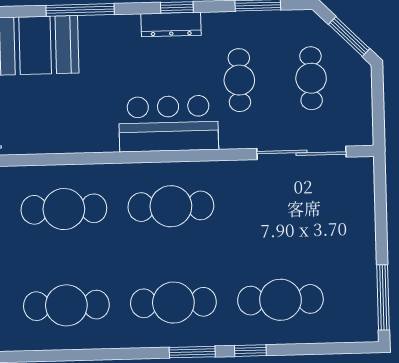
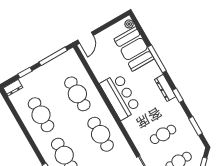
dresser: (171, 24) -> (165, 88), moved
bar counter: (168, 124) -> (120, 96), moved

